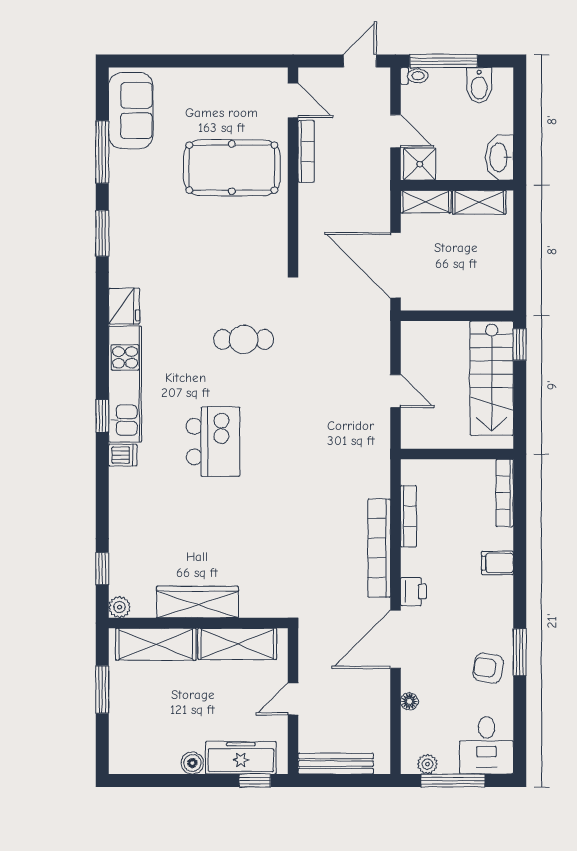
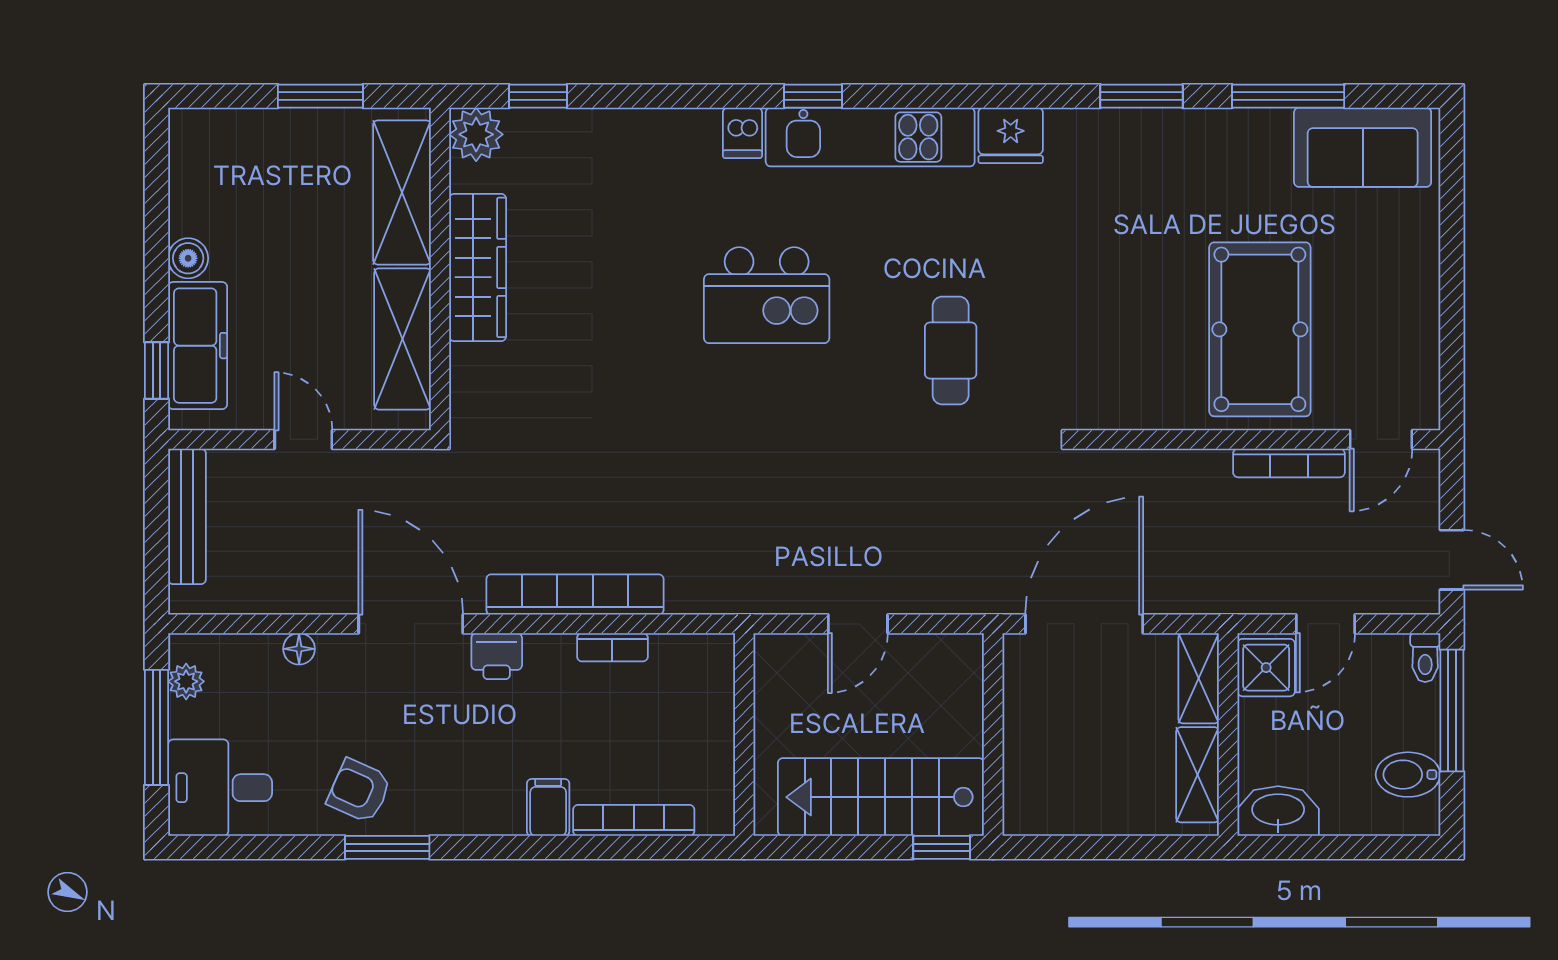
bookcase: (505, 493) -> (634, 820), moved
bookcase: (408, 516) -> (612, 647), width x0.64
plant: (120, 607) -> (476, 134), width x1.38, depth x1.38
armchair: (488, 668) -> (359, 791), turned -75

